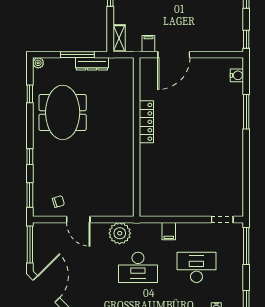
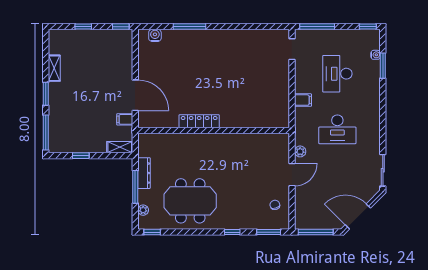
plant: (38, 63) -> (143, 210), moved
window: (30, 94) -> (152, 232), moved
door: (78, 220) -> (292, 175), moved
plant: (120, 233) -> (300, 151), width x0.53, depth x0.53
desk: (138, 267) -> (337, 129), turned 90

